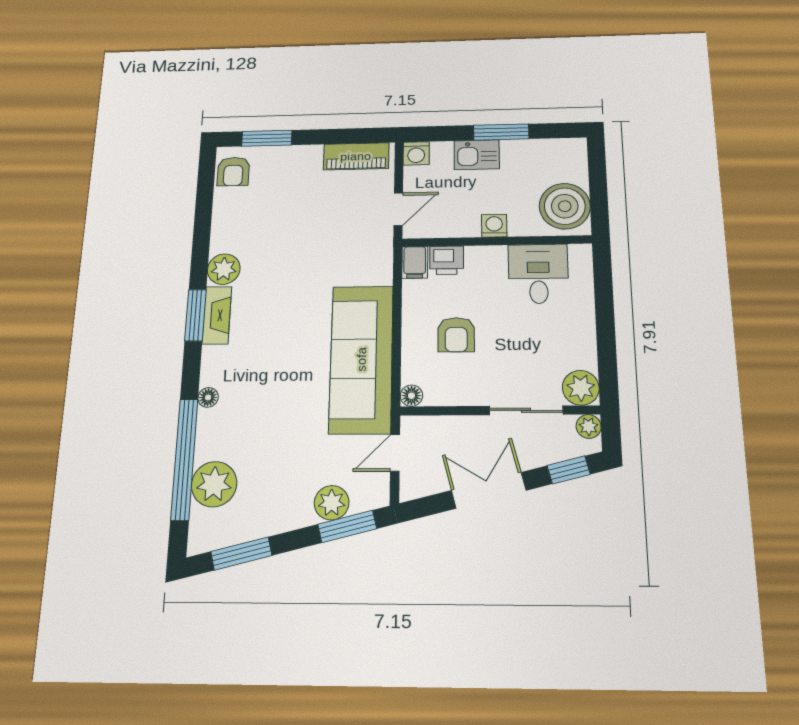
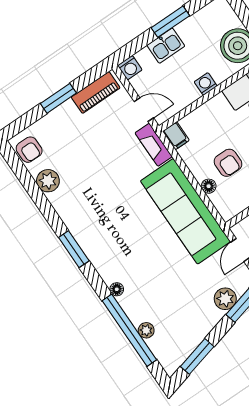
window: (267, 138) -> (58, 98), moved
door: (398, 209) -> (144, 110), hinge flipped
printer: (447, 260) -> (193, 123), removed
plant: (224, 269) -> (48, 181), moved
fireplace: (217, 315) -> (154, 145), moved, turned 180
floor lamp: (411, 396) -> (209, 186), moved
plant: (214, 484) -> (146, 330), width x0.53, depth x0.53

